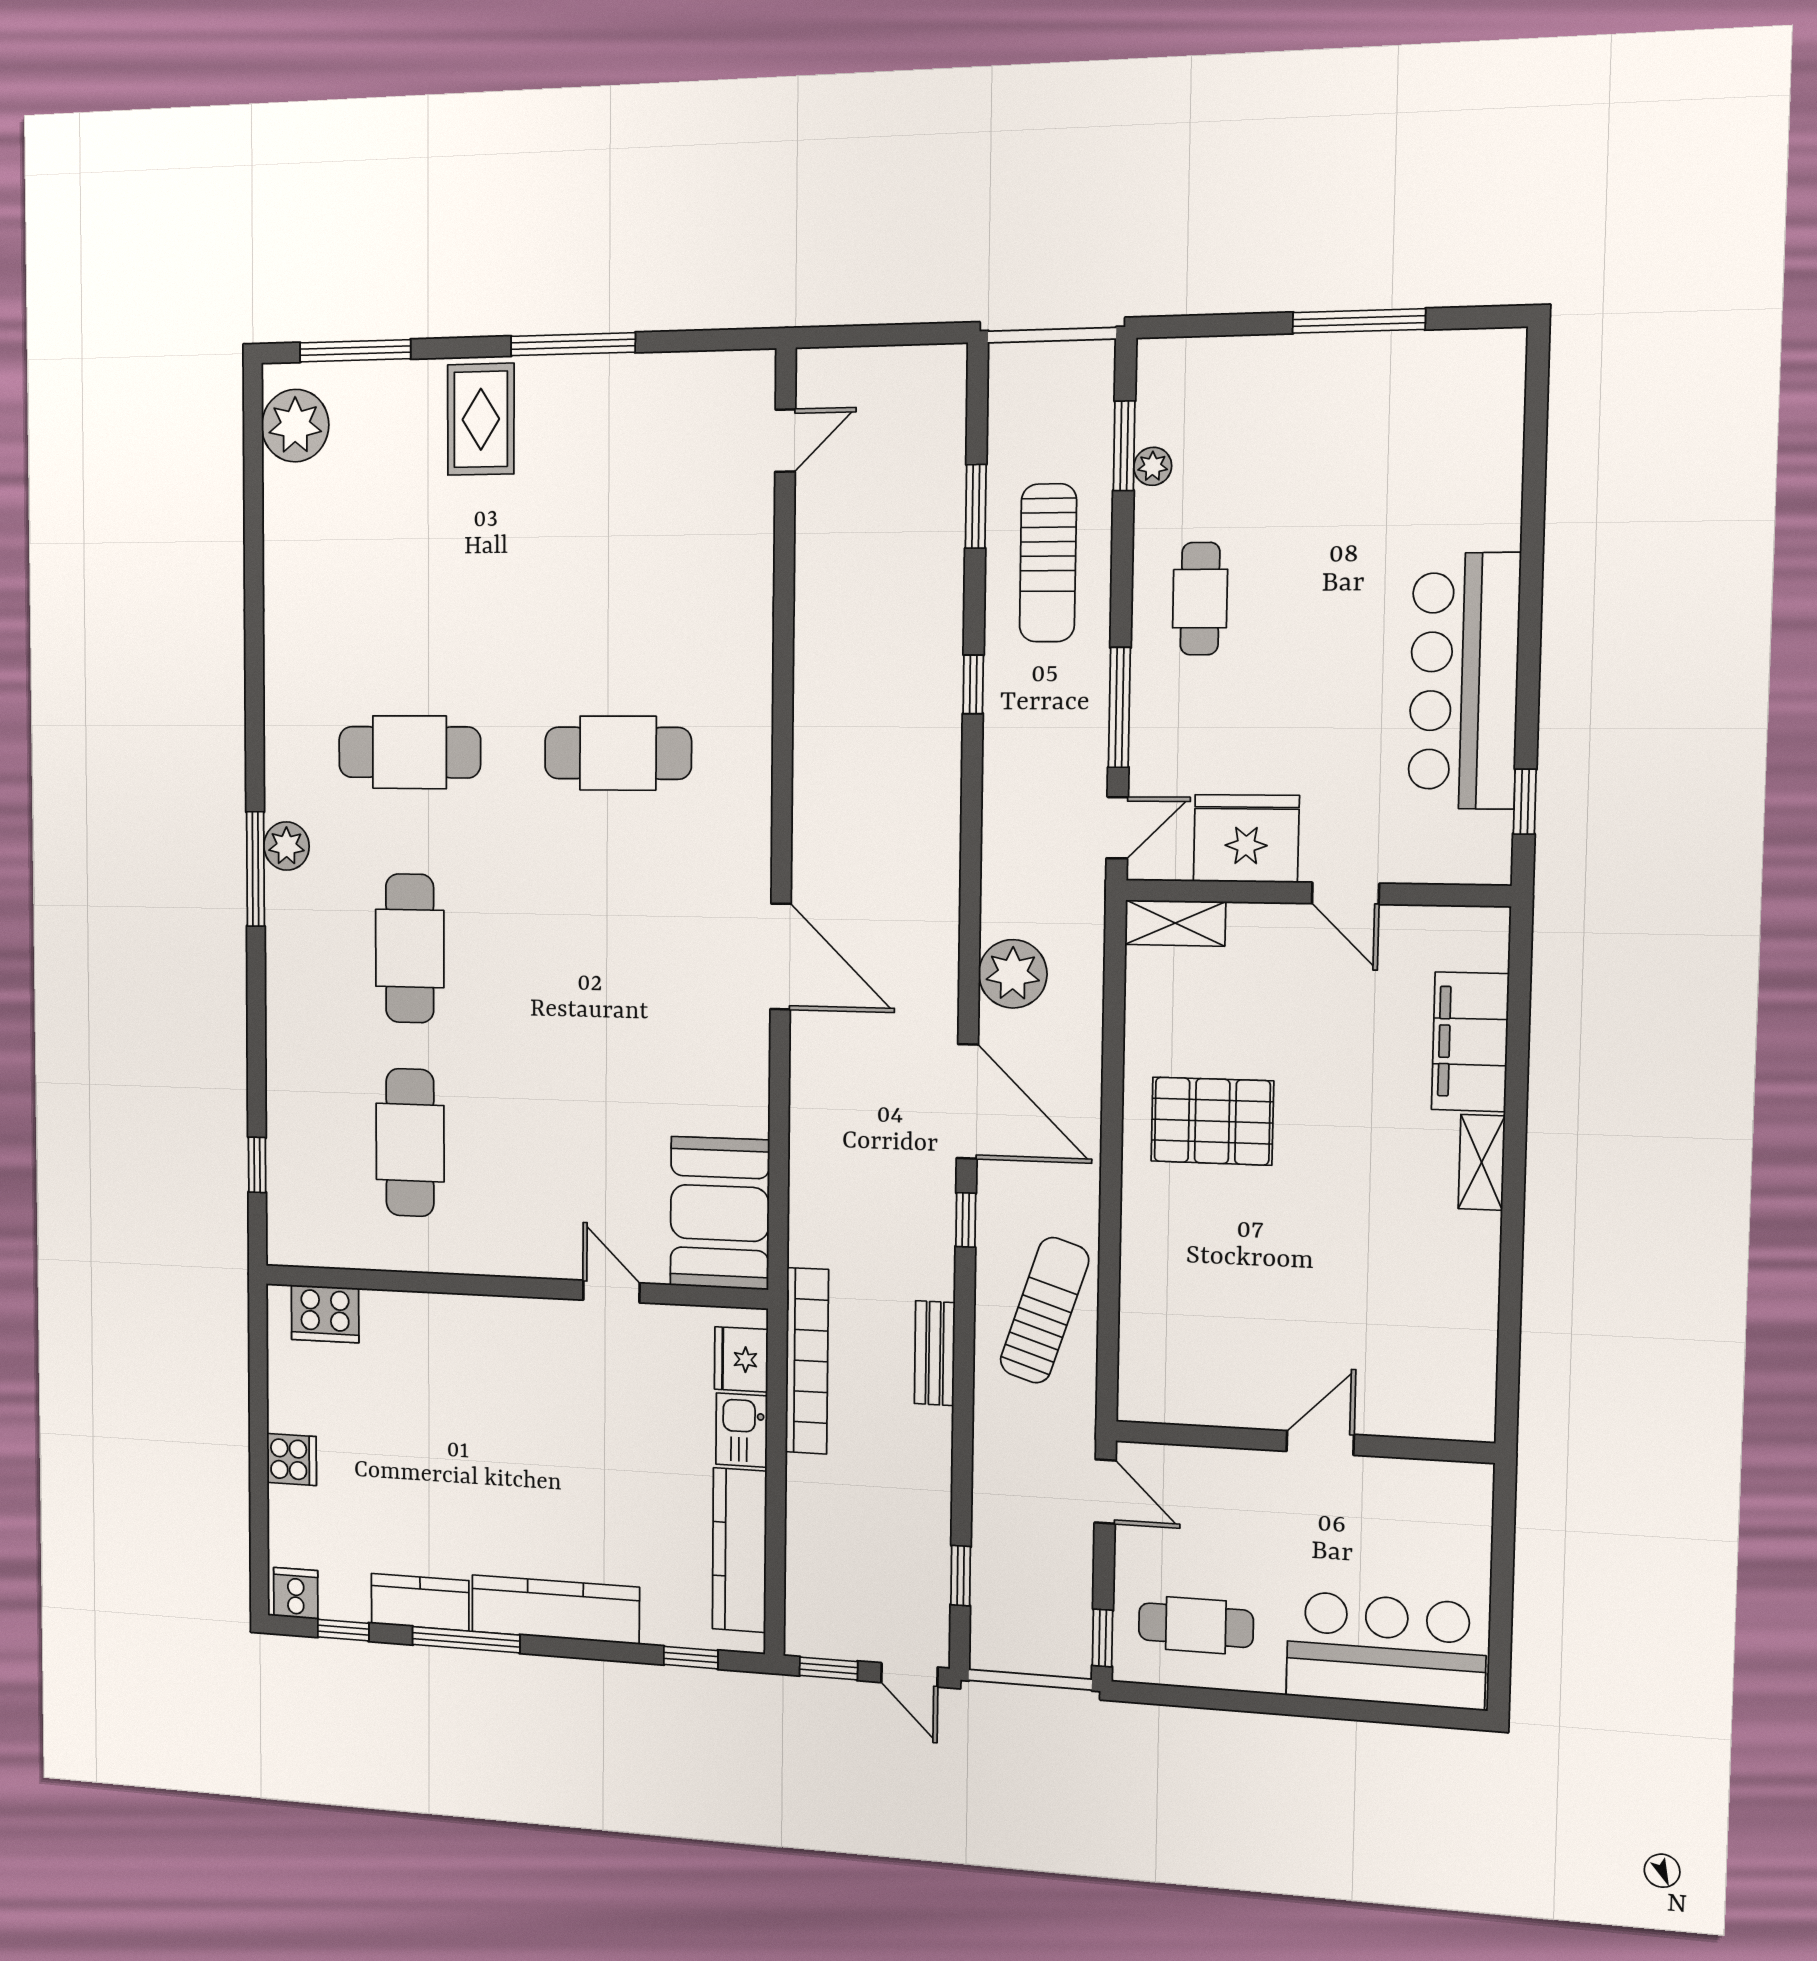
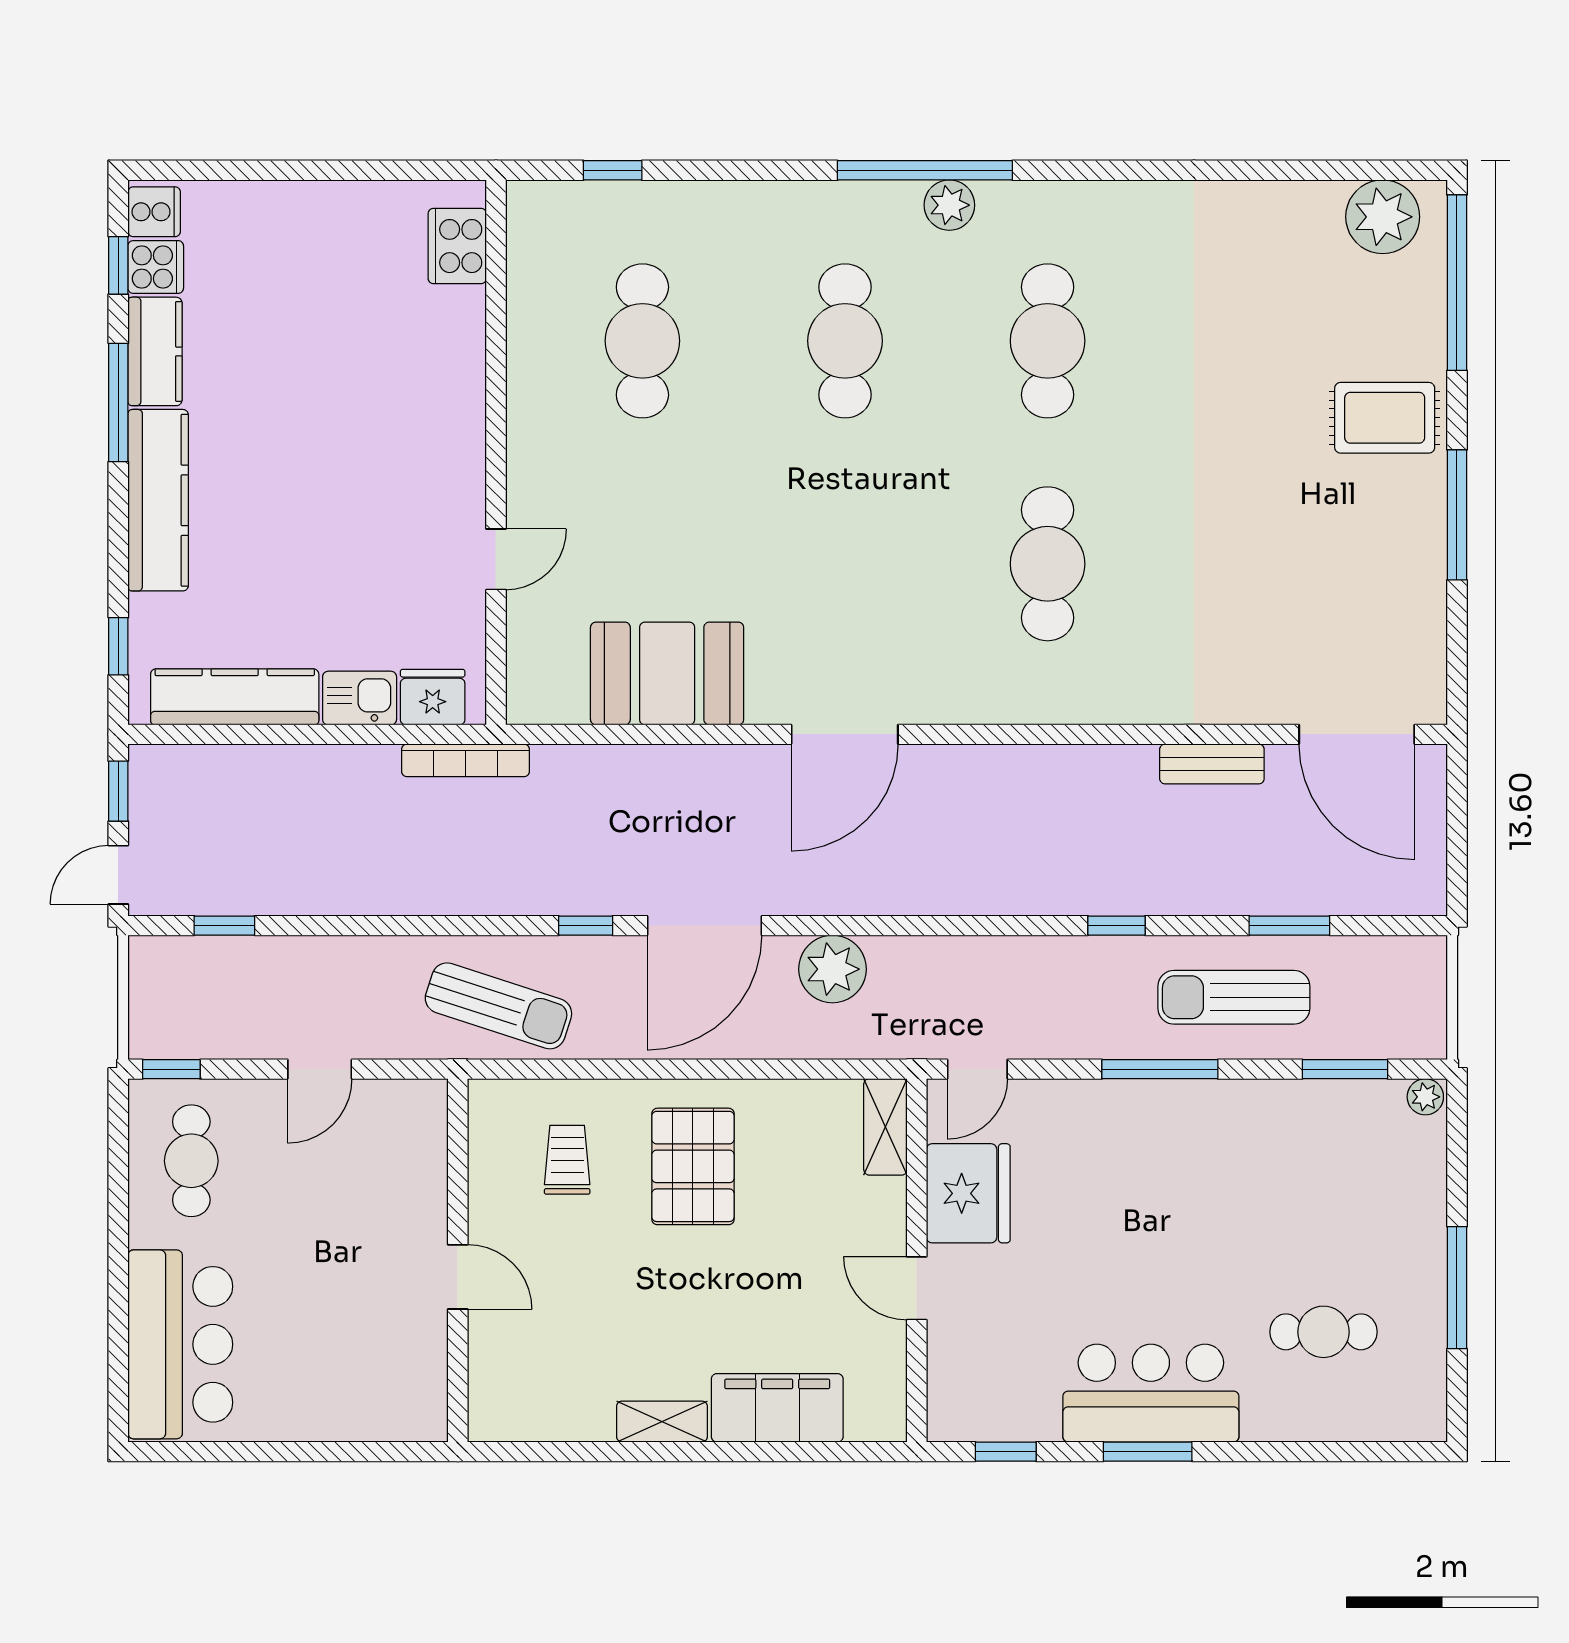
window: (355, 351) -> (1457, 283), width x1.46
door: (785, 441) -> (1357, 734), width x1.88
plant: (1153, 466) -> (1425, 1097), moved
cafe table: (1200, 599) -> (1323, 1332), moved
window: (1529, 650) -> (1148, 1452), added
bar counter: (1464, 681) -> (1151, 1393), width x0.73
window: (1119, 707) -> (1160, 1069), moved
door: (1117, 828) -> (977, 1069), hinge flipped
window: (255, 869) -> (925, 170), width x1.46
door: (1345, 893) -> (917, 1288), hinge flipped
cafe table: (410, 948) -> (845, 341), turned 90
cafe table: (410, 1143) -> (642, 341), turned 90
booth: (720, 1213) -> (667, 673), moved
trolley: (1203, 1249) -> (567, 1160), added
bench: (935, 1353) -> (1212, 764), moved
bookcase: (807, 1361) -> (465, 760), width x0.68, depth x0.76
wall: (1303, 1442) -> (458, 1260), moved
door: (1320, 1443) -> (458, 1277), moved
cooker: (292, 1459) -> (156, 267), moved, turned -90

